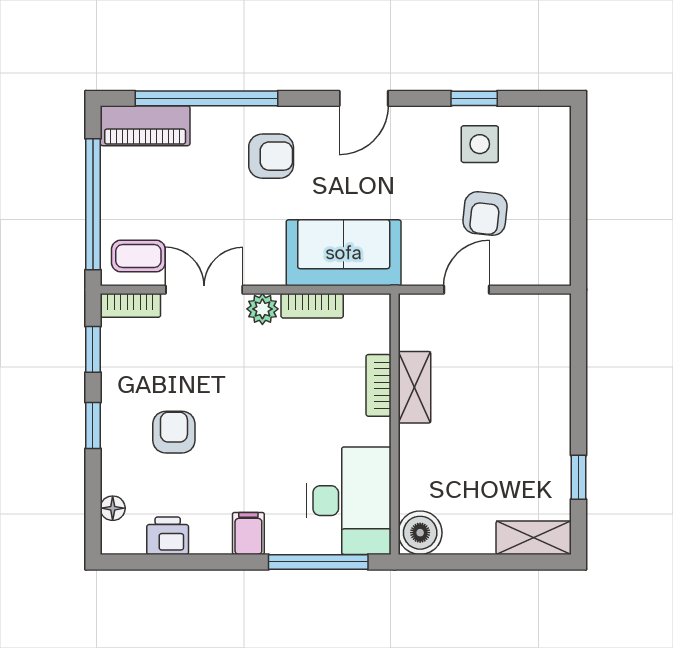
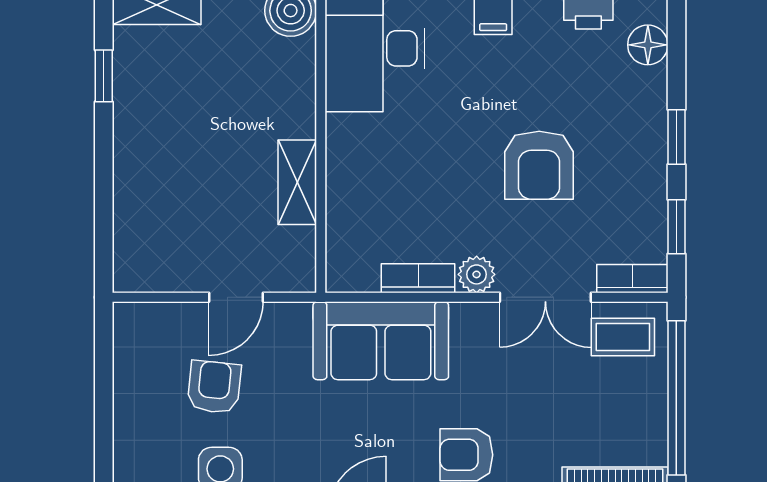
bookcase: (379, 385) -> (340, 184), removed
armchair: (174, 432) -> (539, 165), moved, width x1.38, depth x1.38
floor lamp: (113, 508) -> (648, 45), width x1.37, depth x1.37

